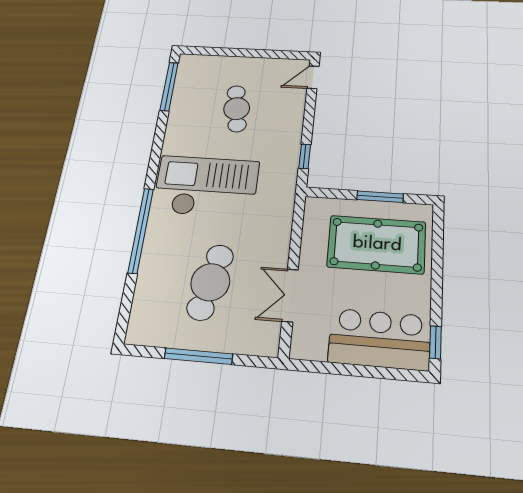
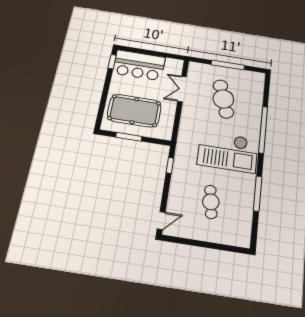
window: (169, 86) -> (258, 193), moved
cafe table: (210, 282) -> (223, 99), turned -30
double door: (290, 295) -> (182, 89), swing flipped

